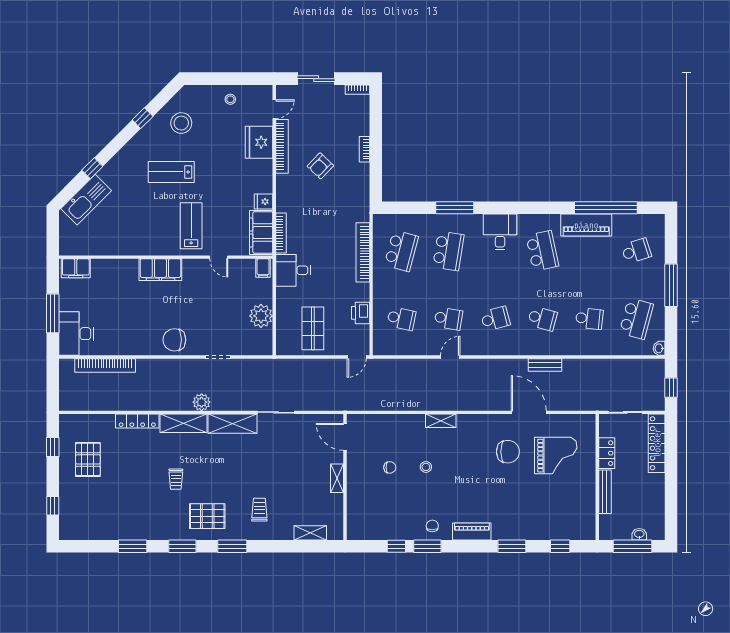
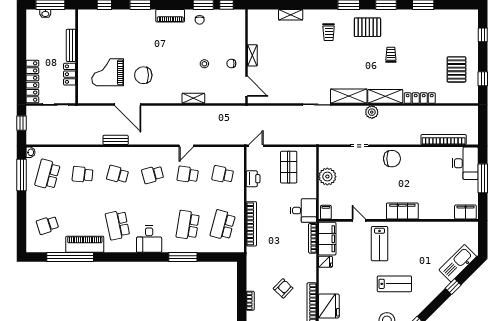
window: (671, 285) -> (22, 175), moved
door: (345, 437) -> (246, 86), moved
wall: (345, 477) -> (246, 56), moved
shelving: (337, 478) -> (252, 55), moved

